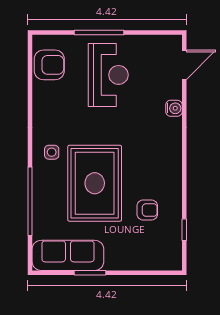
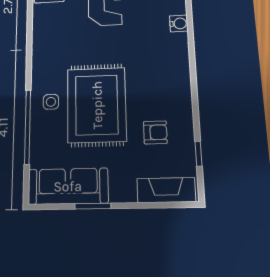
side table: (52, 152) -> (51, 102), moved
fireplace: (154, 260) -> (166, 190), added

